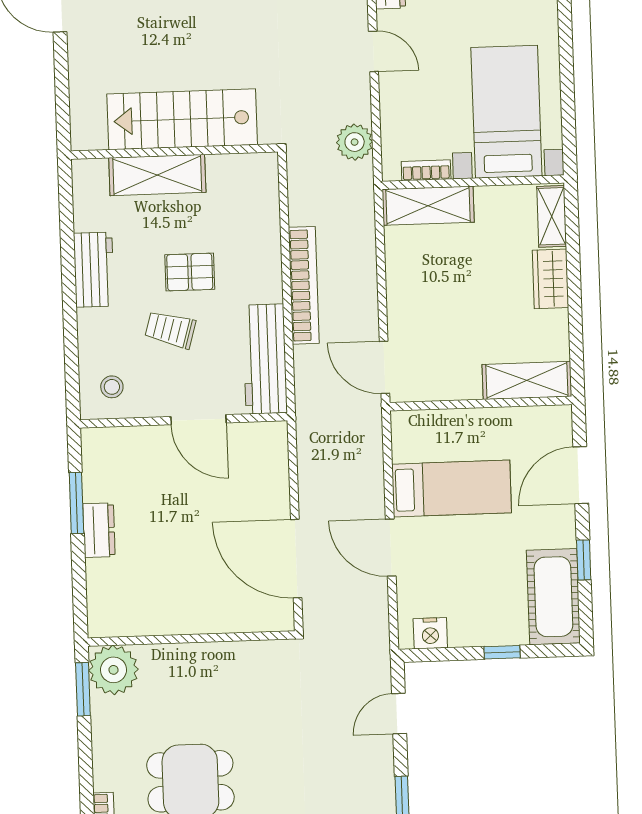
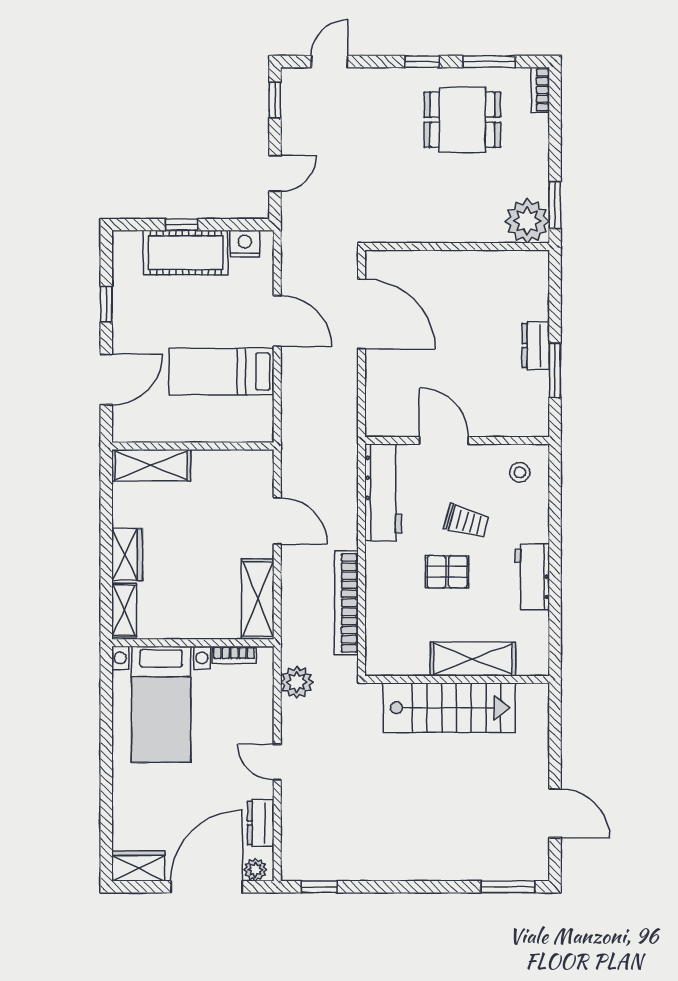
shelving: (428, 206) -> (258, 599), moved, turned 90
bookcase: (304, 285) -> (346, 603), moved
door: (384, 367) -> (277, 521), moved
cot: (553, 597) -> (186, 253), moved, turned 90

